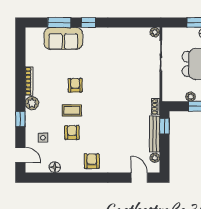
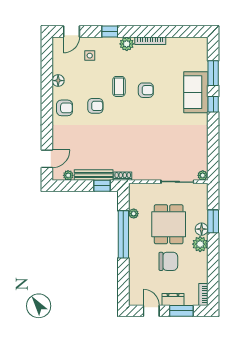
sofa: (63, 39) -> (196, 92), moved
armchair: (72, 132) -> (95, 106), moved
floor lamp: (55, 167) -> (58, 81), moved

